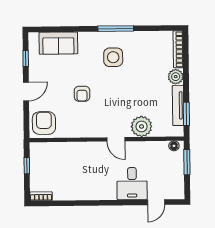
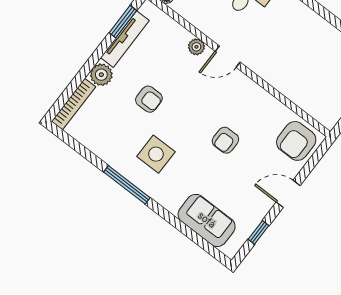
armchair: (140, 84) -> (149, 99), added
armchair: (82, 94) -> (225, 140), turned 180
plant: (141, 126) -> (196, 47), width x0.53, depth x0.53
door: (116, 139) -> (228, 57), swing flipped

